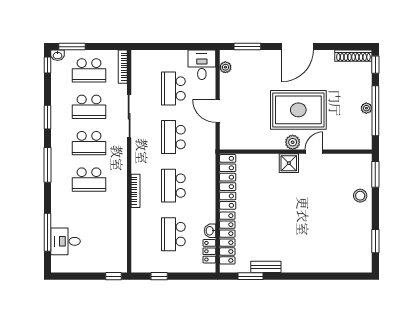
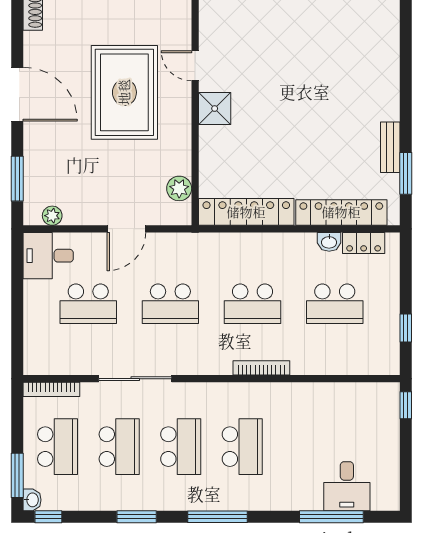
plant: (293, 142) -> (179, 188), moved

